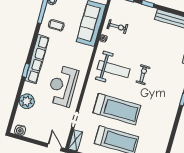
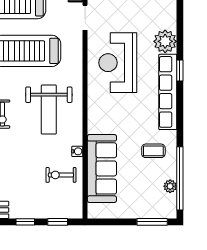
weight bench: (113, 69) -> (49, 109), turned -90
reception desk: (63, 86) -> (118, 63), turned 180
plant: (27, 101) -> (165, 41), moved

